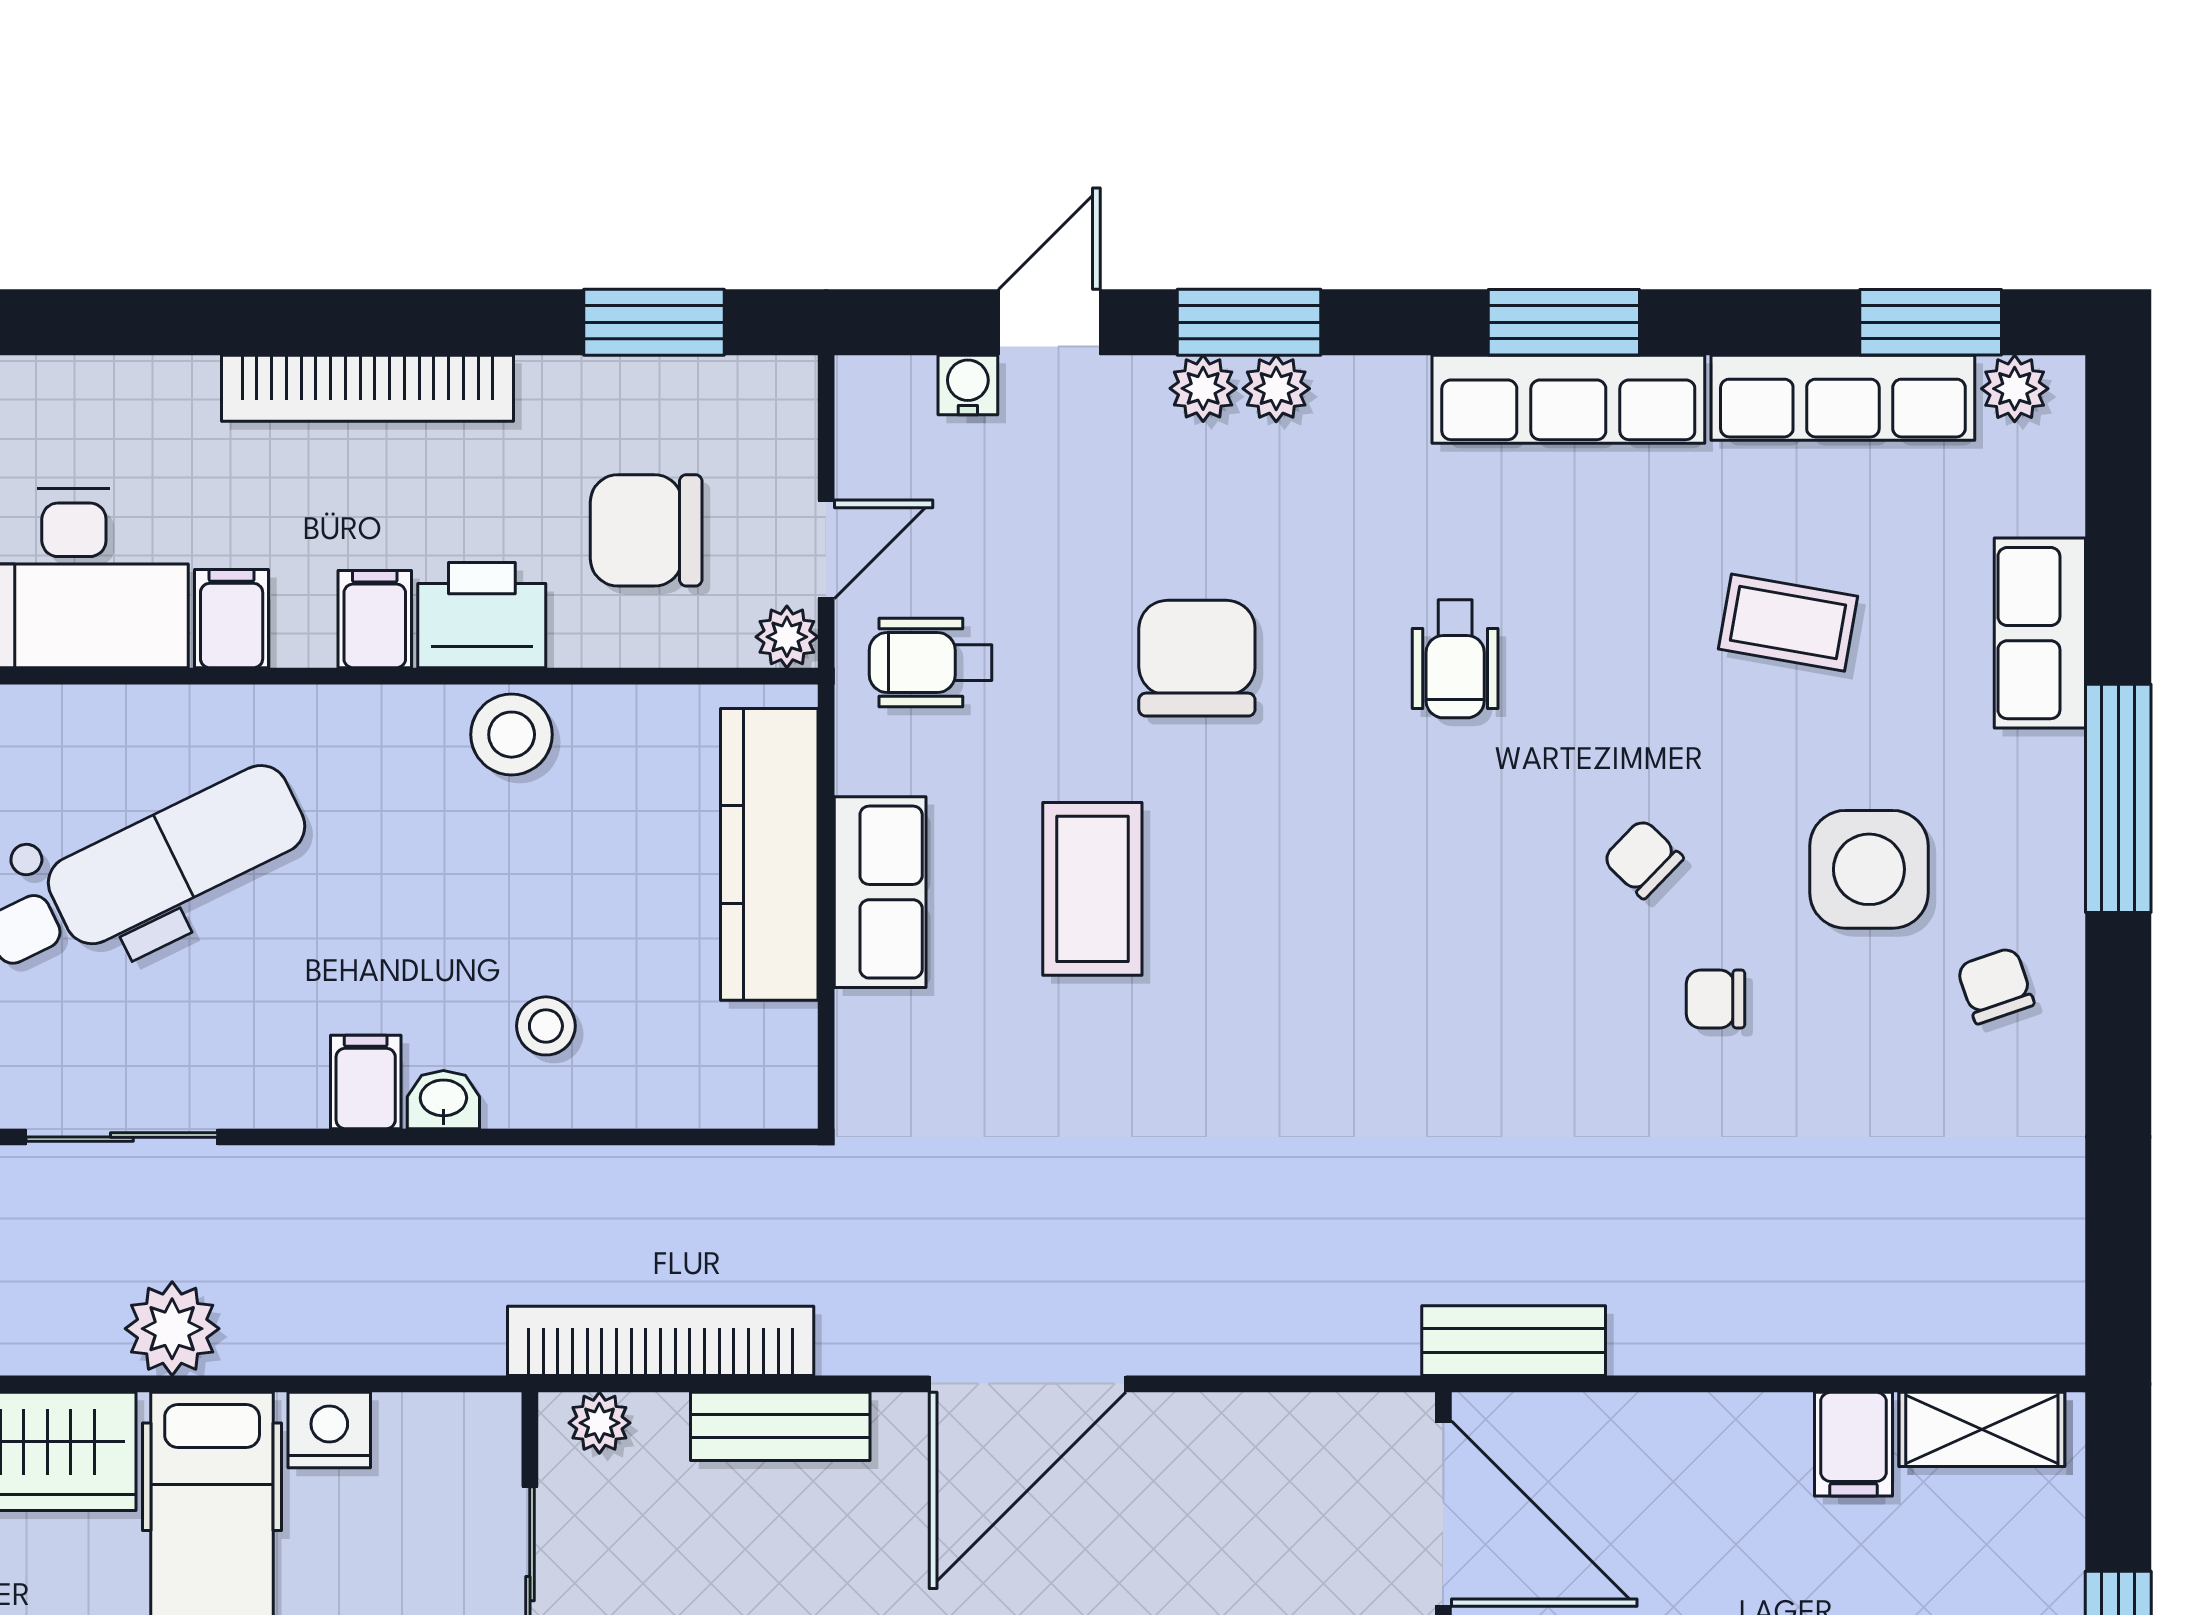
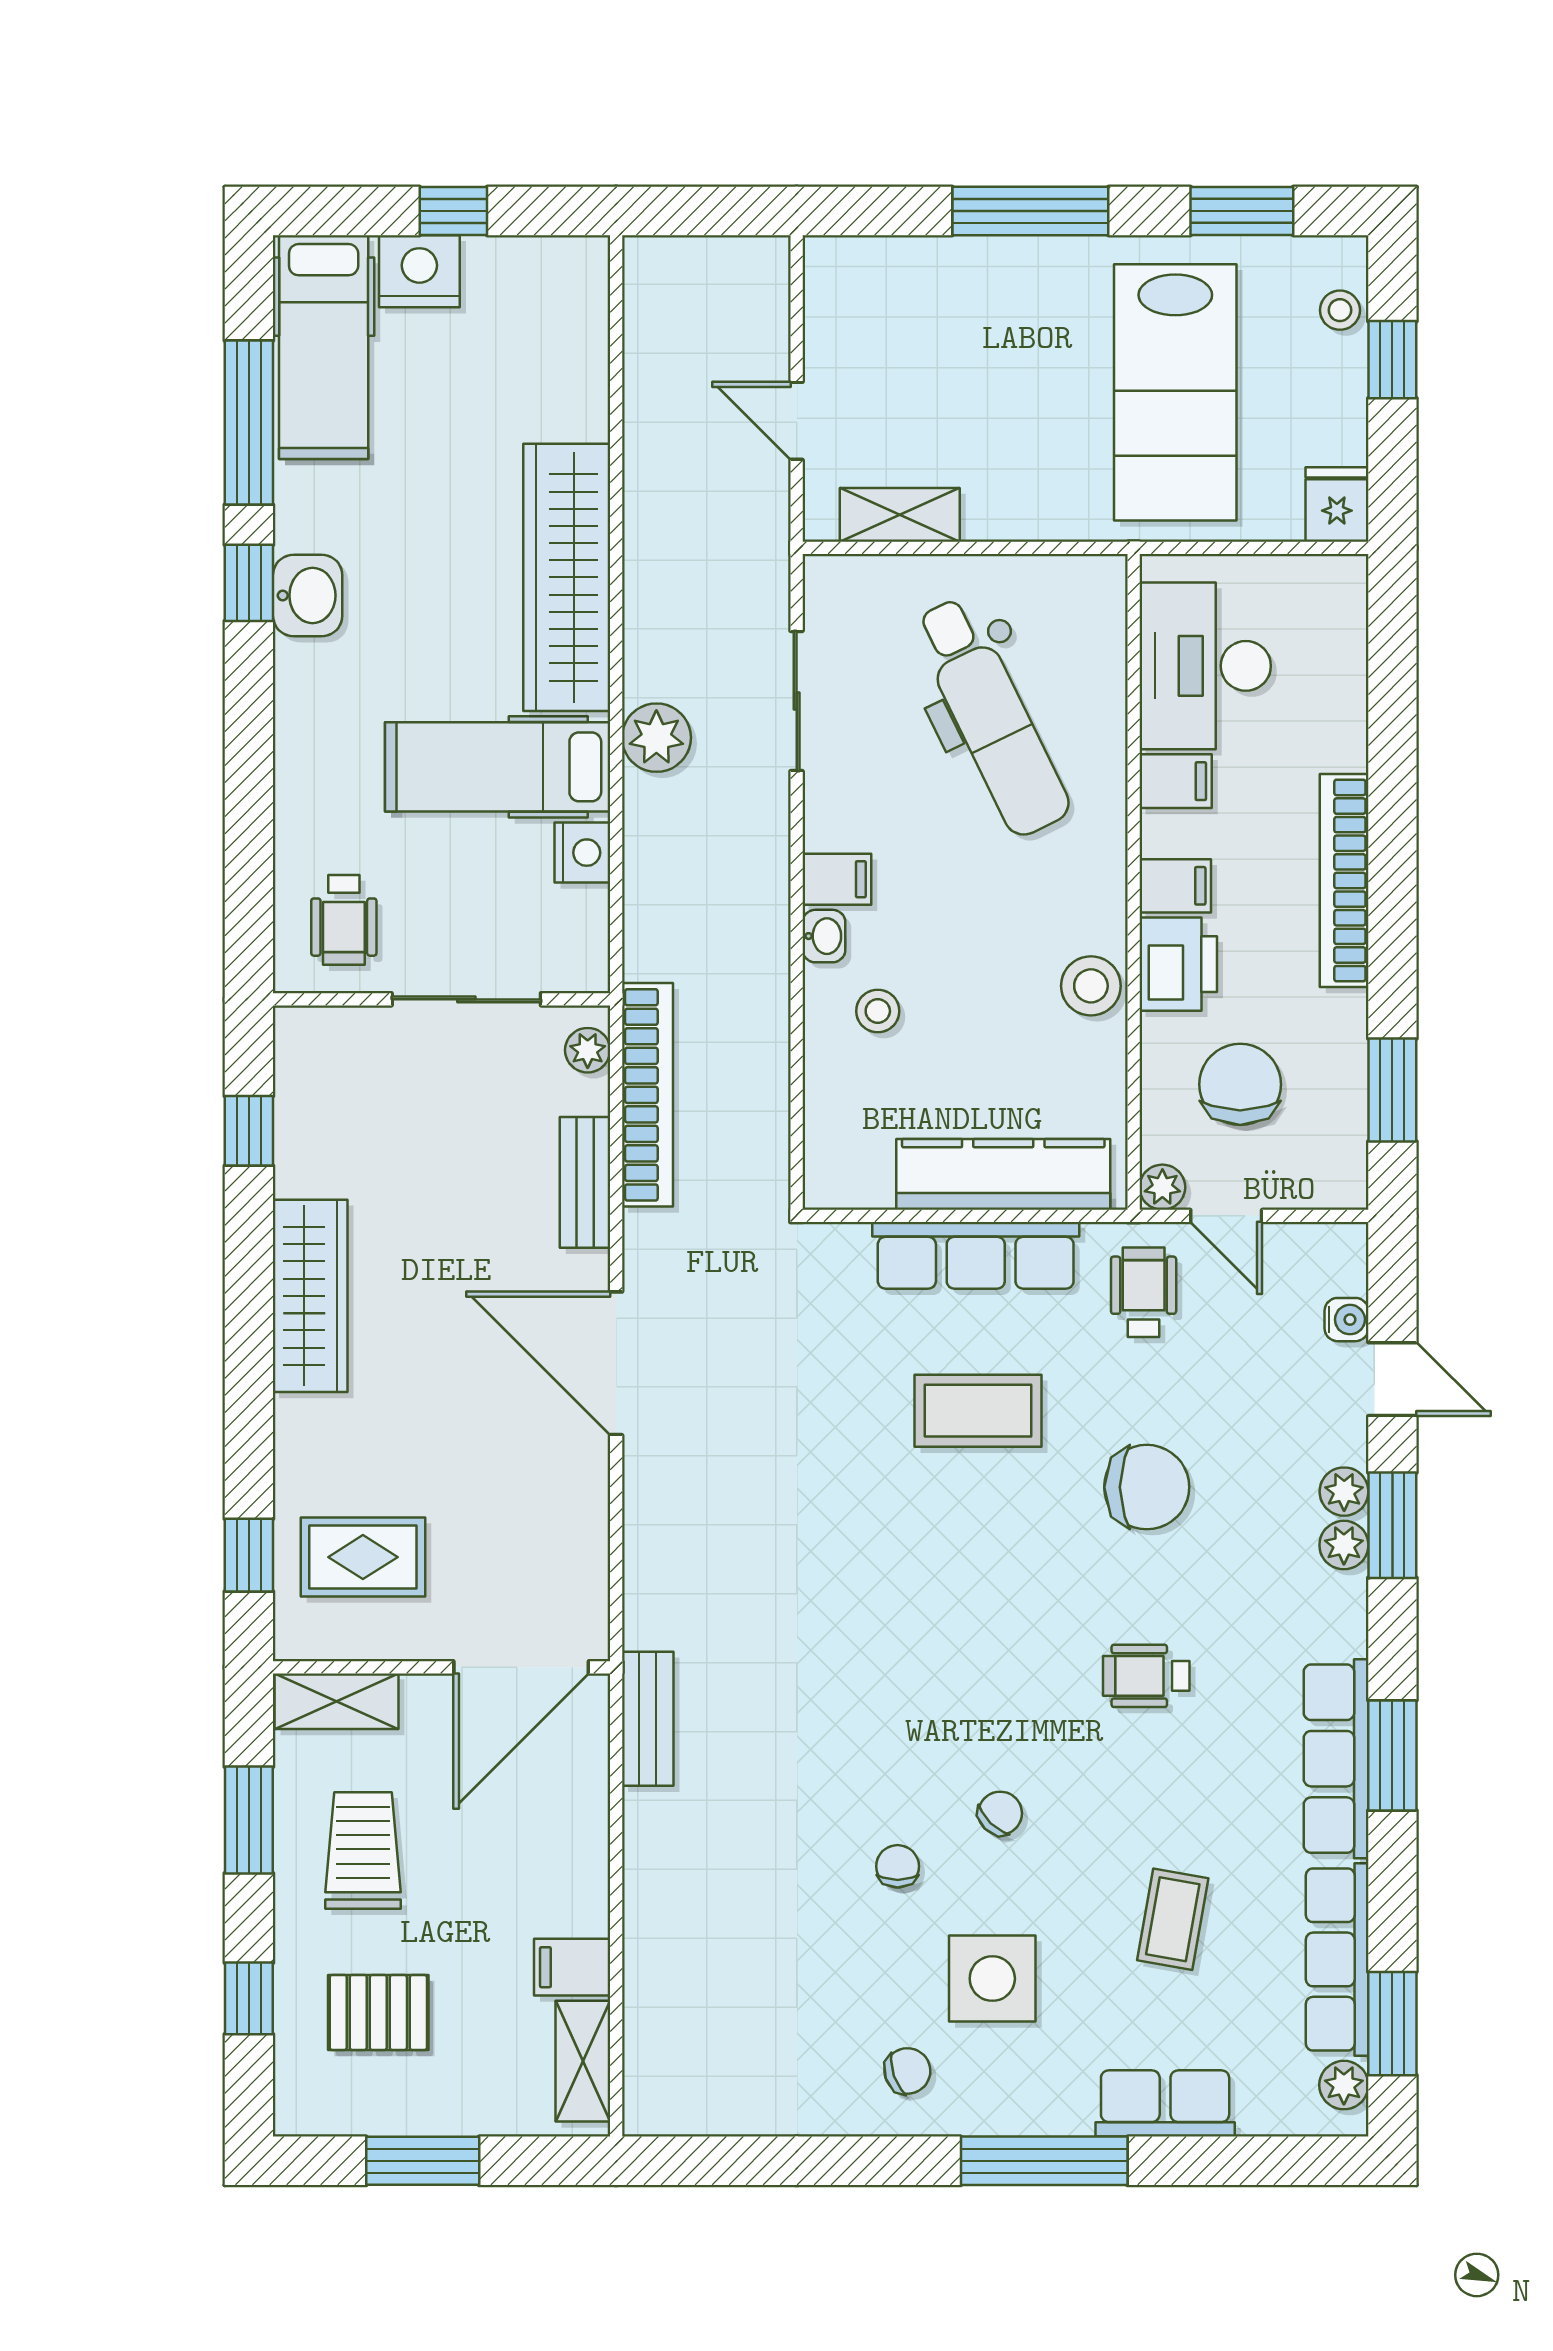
row of seats: (880, 892) -> (976, 1255), width x1.48

